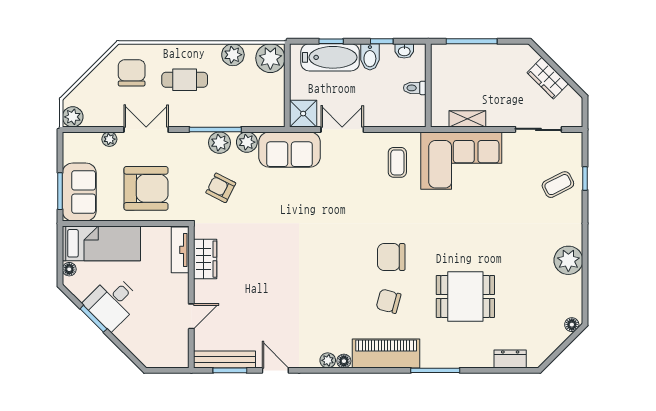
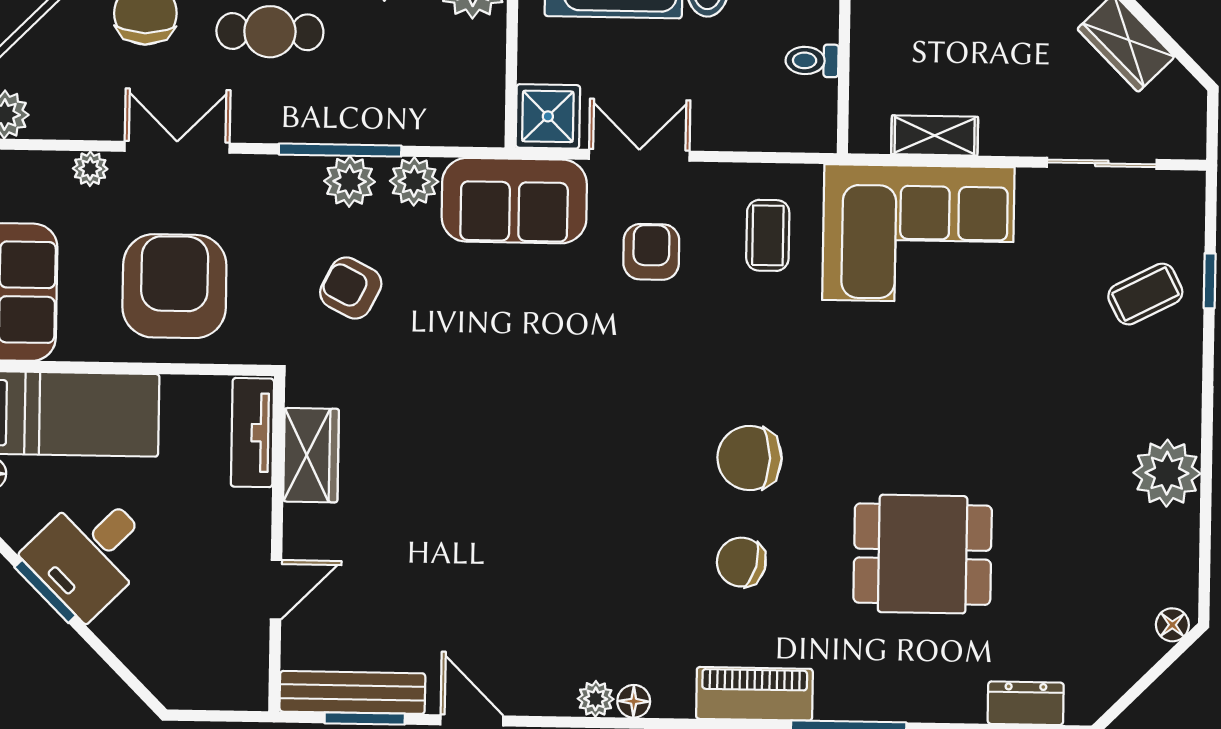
armchair: (348, 170) -> (651, 252), added
armchair: (146, 188) -> (174, 286), turned -90
piano: (386, 353) -> (754, 694), width x0.73, depth x0.75

